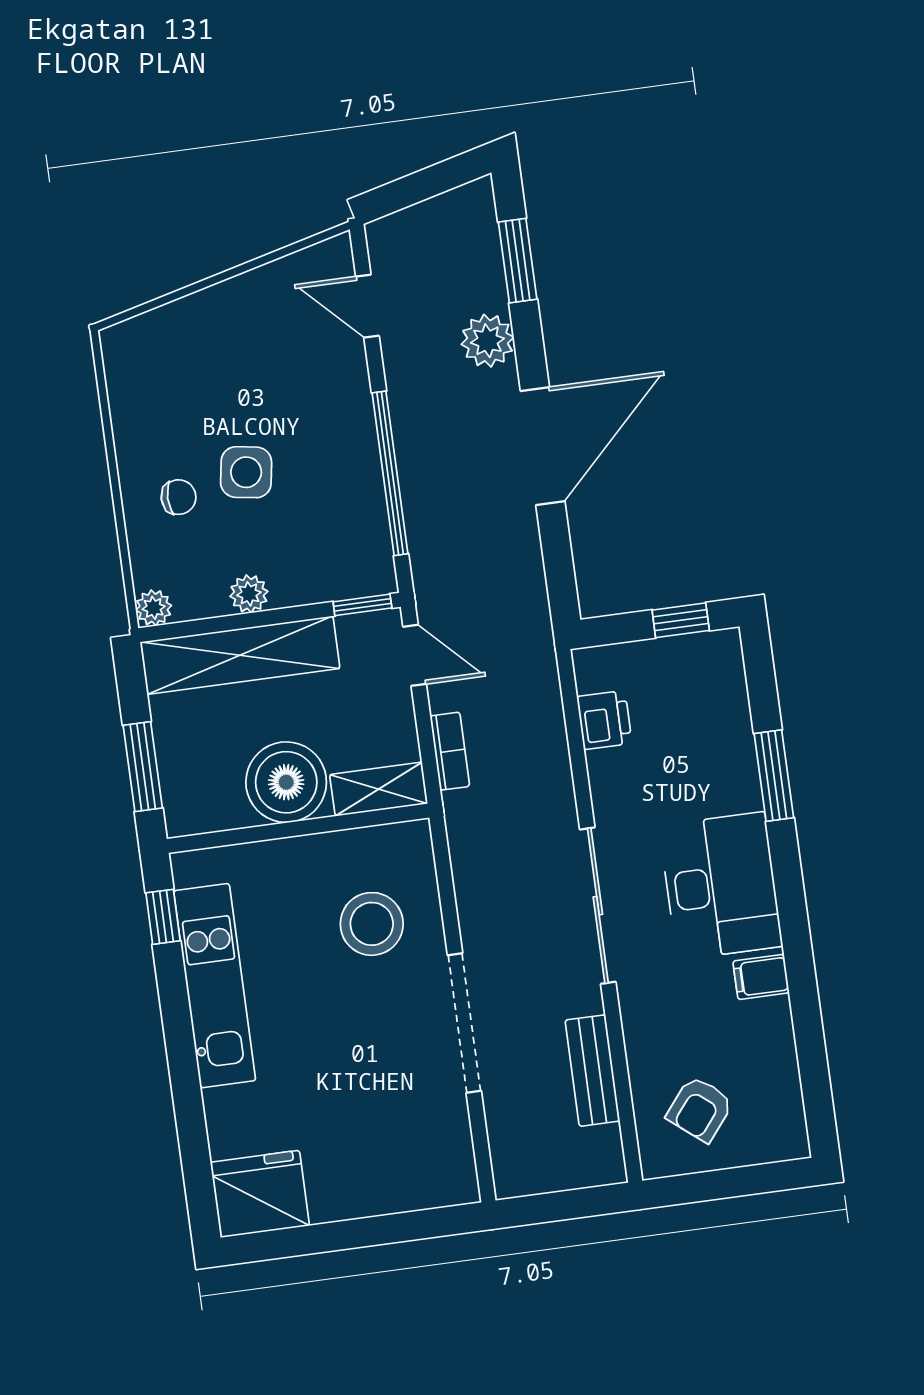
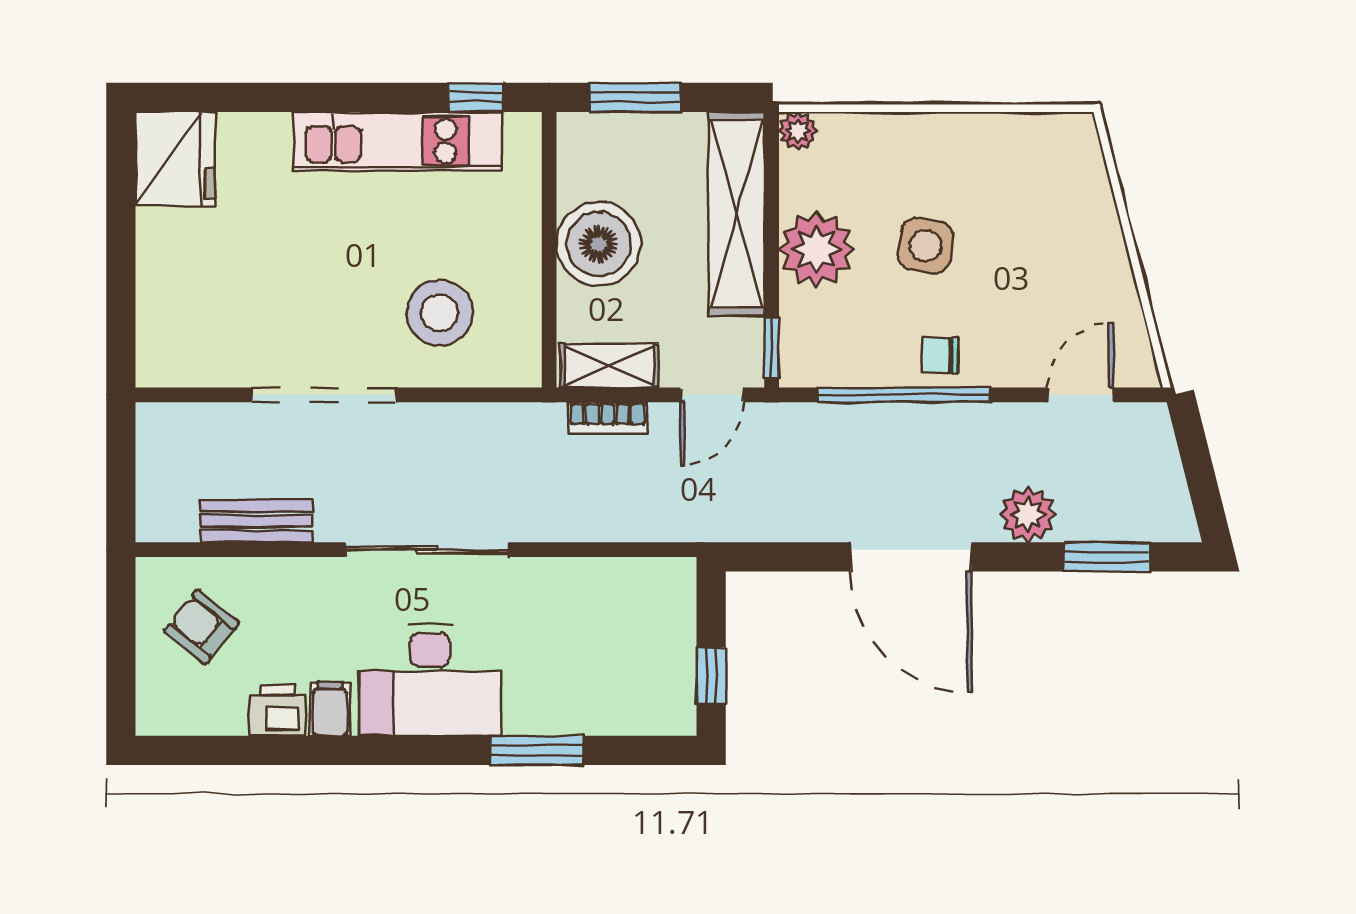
chair: (179, 497) -> (940, 355), moved, turned 90
plant: (249, 594) -> (817, 249), width x1.87, depth x1.87
printer: (604, 720) -> (278, 710), moved, turned 180
shelving: (379, 789) -> (609, 366), moved, turned 90

